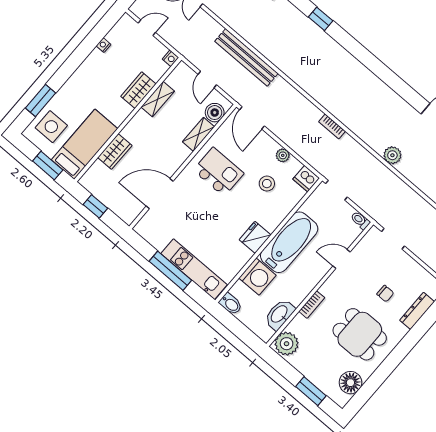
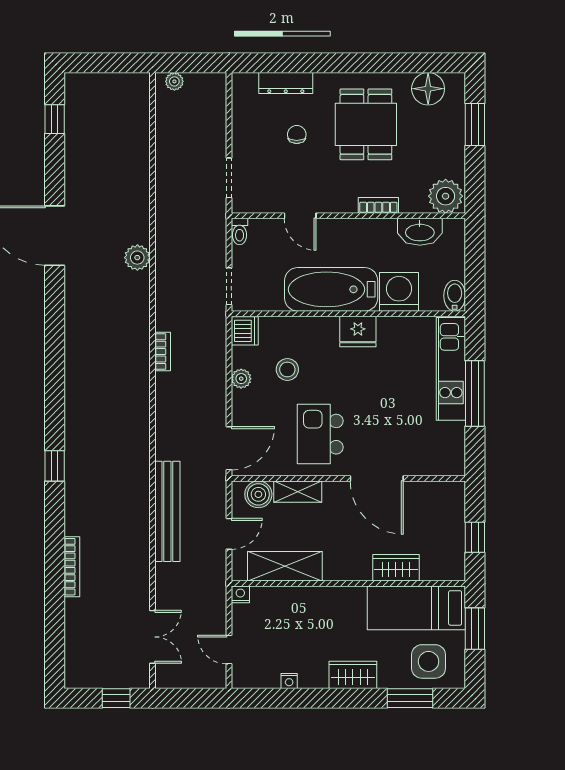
wardrobe: (138, 90) -> (353, 675), moved, turned 180
shelving: (158, 99) -> (285, 566), width x1.50, depth x1.33
door: (160, 194) -> (377, 478), moved

